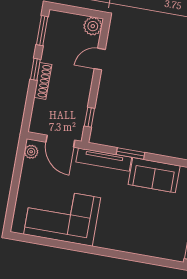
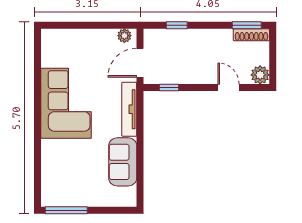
window: (35, 69) -> (177, 25), moved
shoe rack: (43, 81) -> (251, 35), moved
window: (131, 154) -> (140, 135), removed
corner sofa: (62, 216) -> (66, 103), moved

